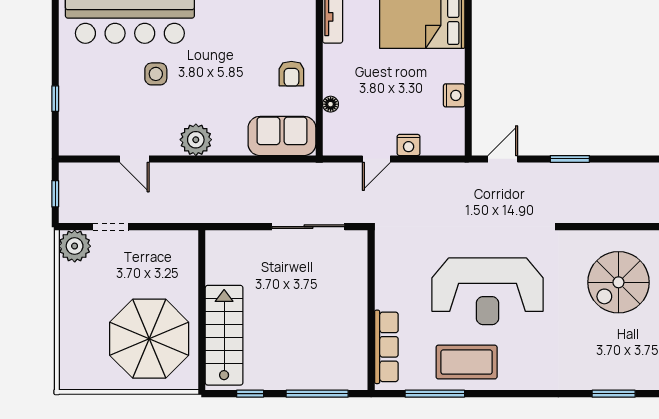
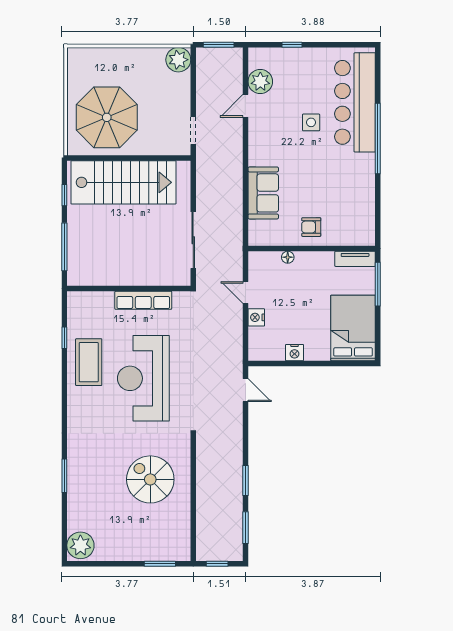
sofa: (282, 136) -> (263, 193), moved
plant: (196, 140) -> (260, 82), moved
window: (570, 159) -> (245, 480), moved
window: (55, 194) -> (219, 45), width x1.50
doorway: (111, 227) -> (193, 131), moved
stairs: (224, 335) -> (123, 182), width x1.36, depth x1.51
row of seats: (386, 347) -> (143, 300), moved
window: (435, 394) -> (64, 338), width x0.46

